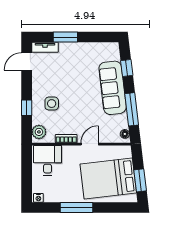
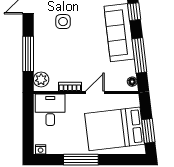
side table: (52, 104) -> (63, 22), moved
window: (27, 108) -> (28, 54), width x2.17

